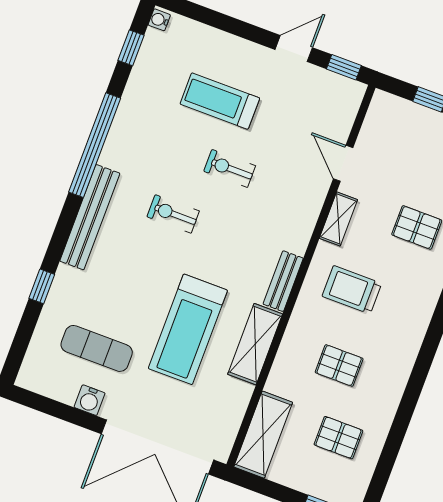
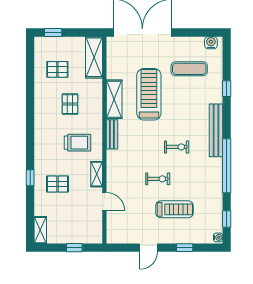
window: (344, 67) -> (185, 248), moved
pallet: (339, 366) -> (70, 104), turned 90
water cooler: (90, 400) -> (211, 43), moved

